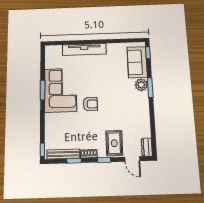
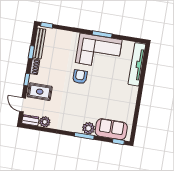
tv unit: (84, 49) -> (137, 64), moved
armchair: (90, 104) -> (80, 77), turned 180
plant: (145, 131) -> (45, 122), added
door: (132, 159) -> (23, 105), hinge flipped

